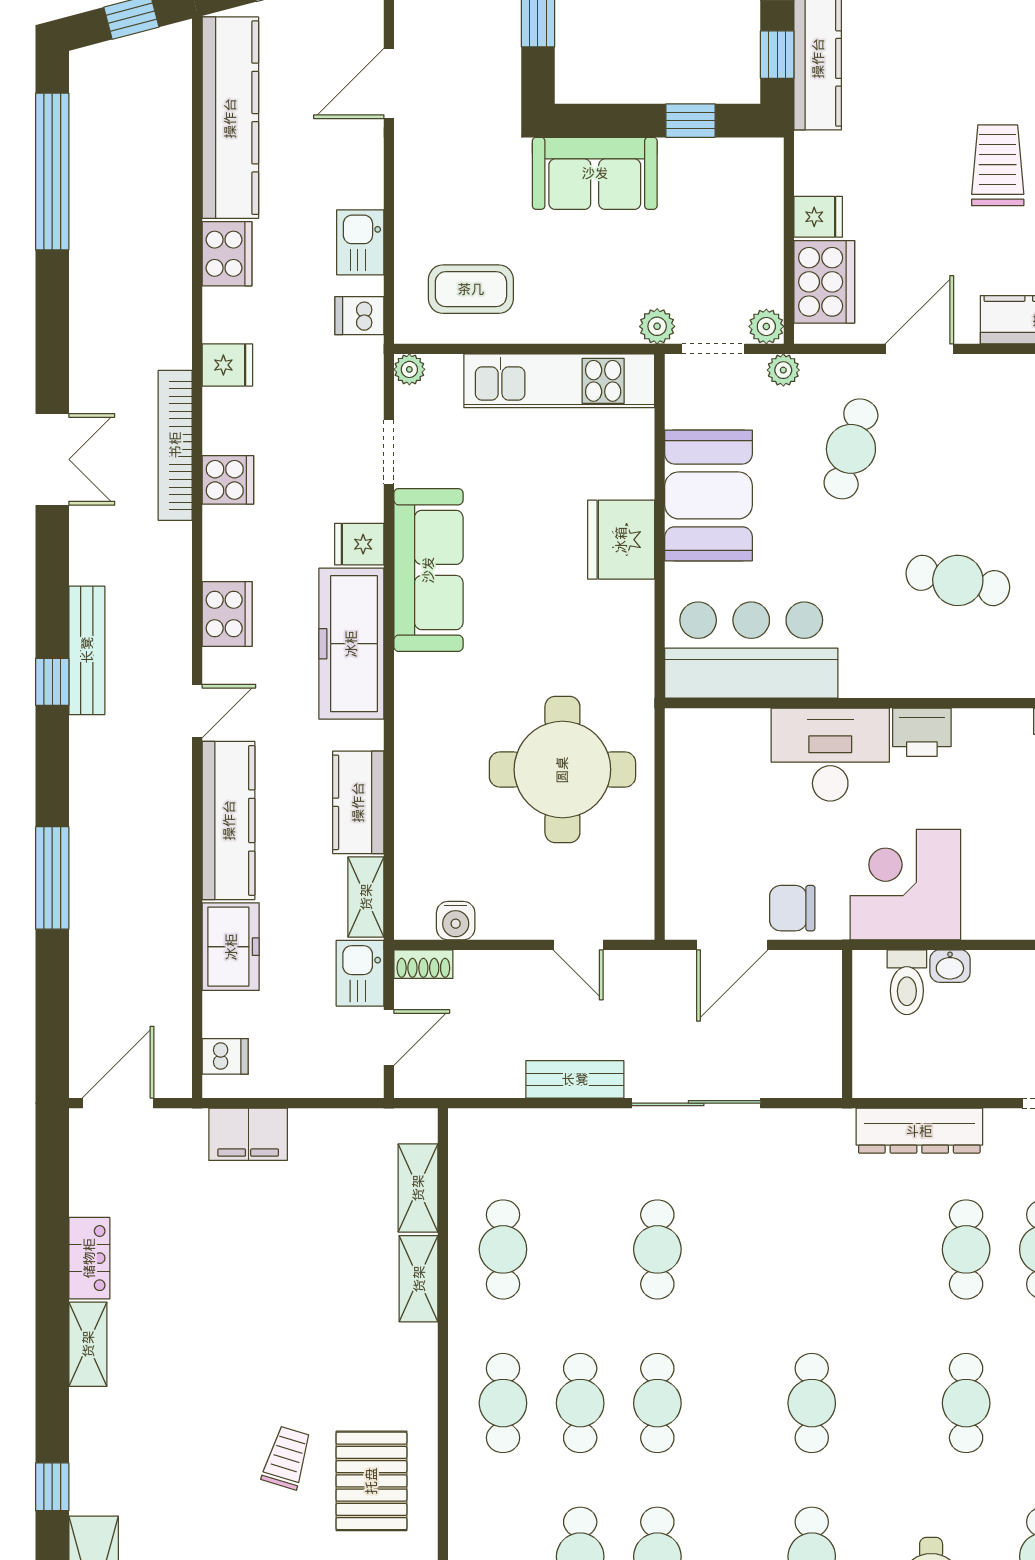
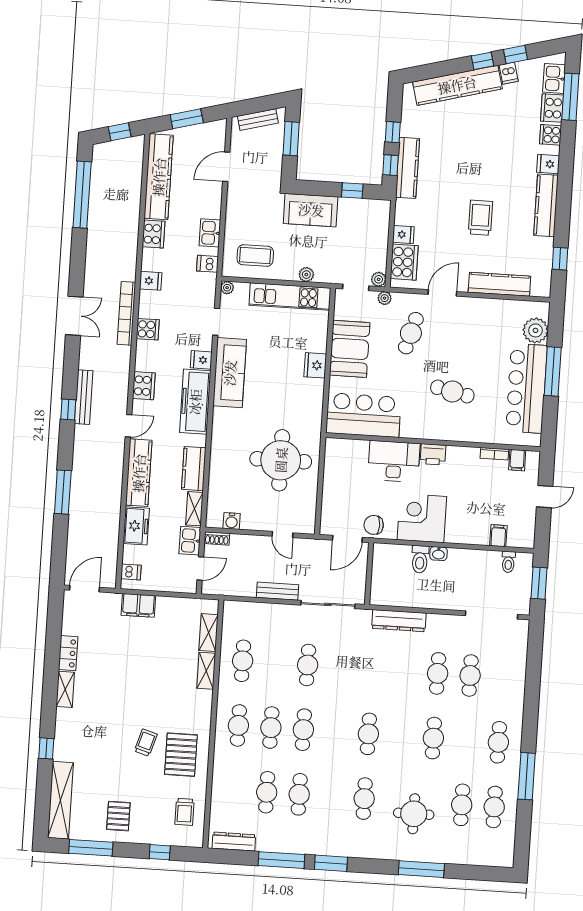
plant: (657, 326) -> (306, 275), moved
fridge: (621, 540) -> (315, 365), width x0.73, depth x0.75
wall: (847, 1024) -> (369, 574), moved
dresser: (919, 1131) -> (399, 621), moved

